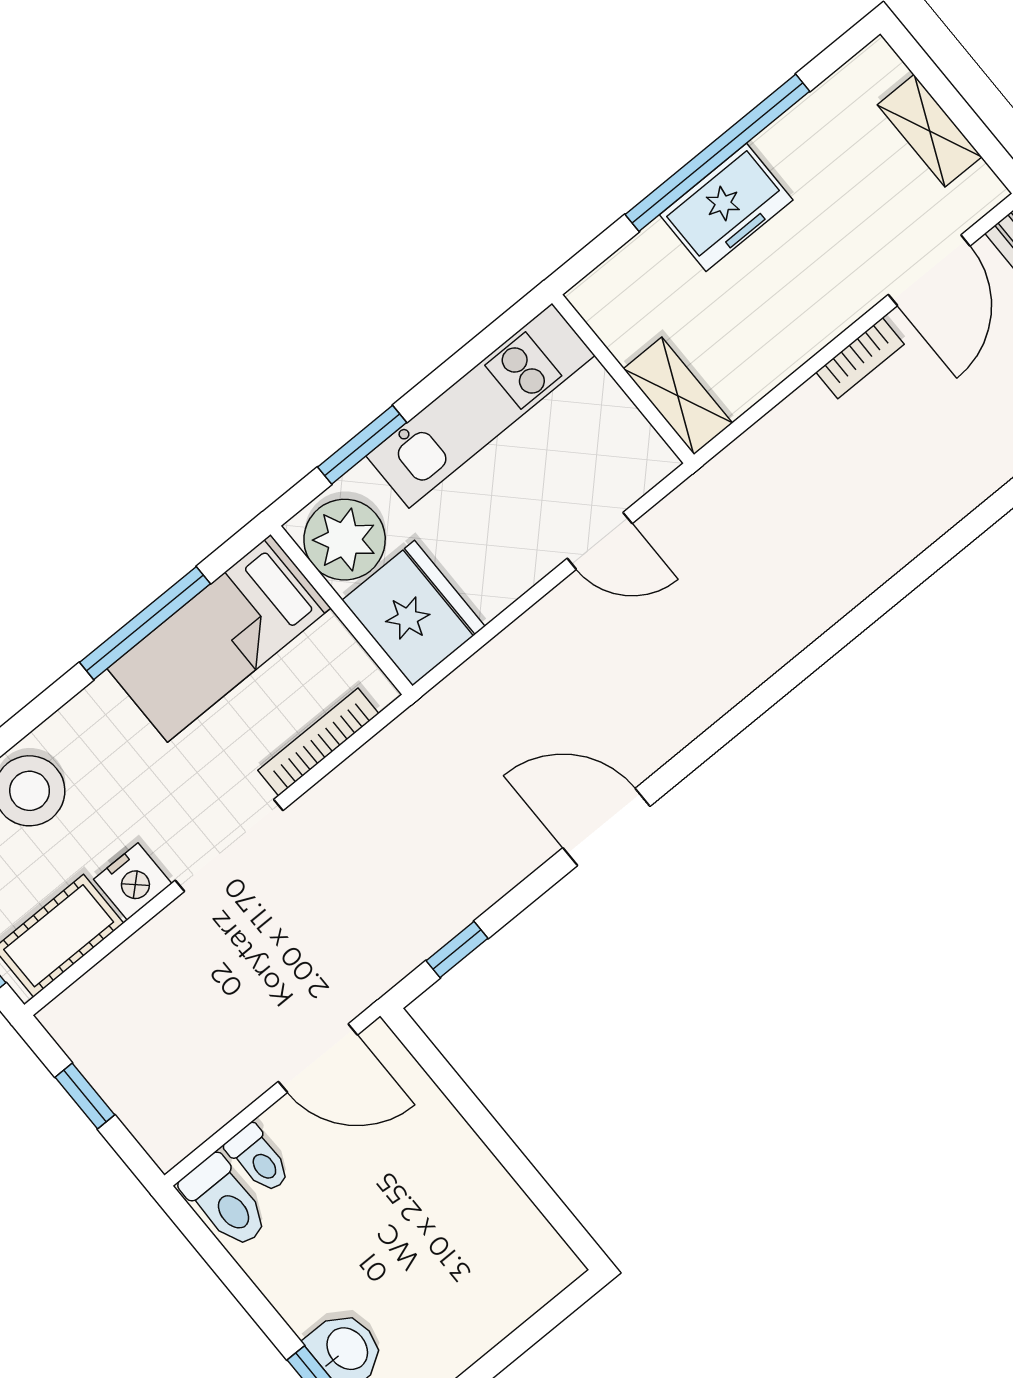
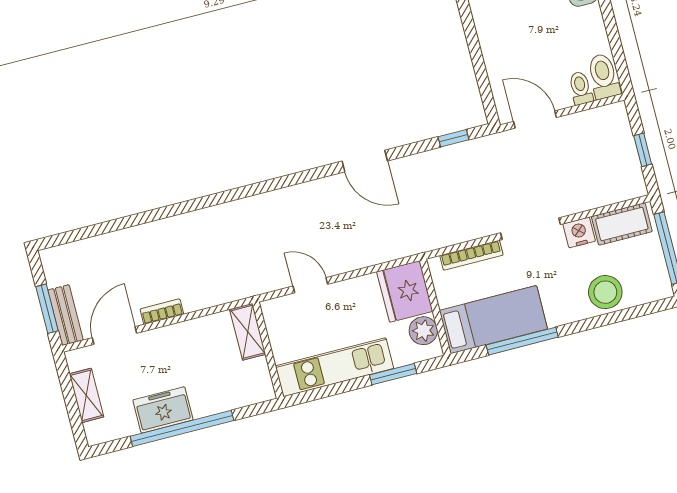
freezer: (726, 207) -> (163, 410), moved
plant: (345, 540) -> (423, 331), width x0.73, depth x0.73

